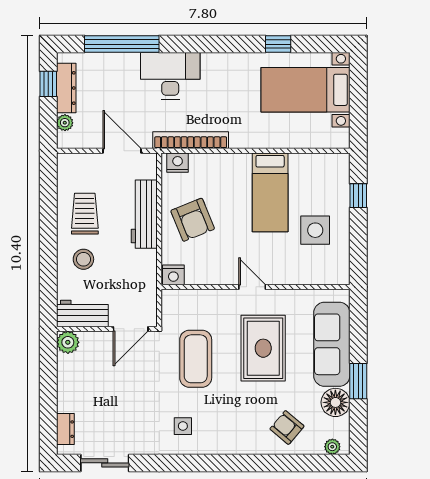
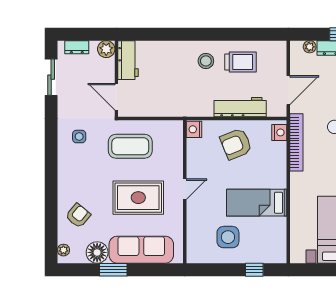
workbench: (82, 313) -> (128, 60), moved
wall: (107, 329) -> (116, 79), moved
door: (131, 329) -> (116, 97), moved
plant: (68, 342) -> (106, 49), moved

